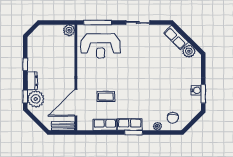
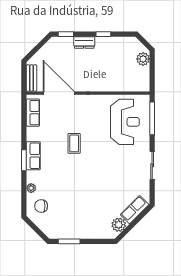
plant: (69, 30) -> (143, 59), moved
reception desk: (101, 46) -> (125, 122), turned 180
water cooler: (196, 90) -> (73, 233), removed
coffee table: (106, 97) -> (74, 143), moved
plant: (36, 99) -> (63, 46), removed
row of seats: (105, 125) -> (33, 113), moved

